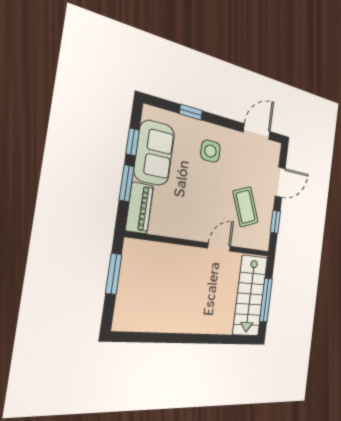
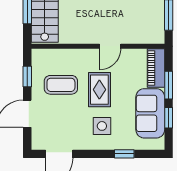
rug: (207, 194) -> (99, 90), added
coffee table: (246, 207) -> (61, 85), turned -68
door: (219, 247) -> (110, 46), moved

